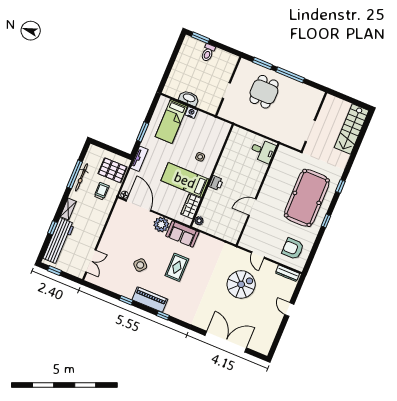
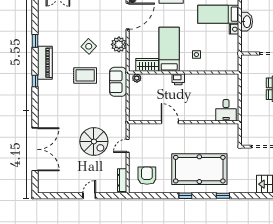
sofa: (182, 234) -> (118, 82), moved
side table: (140, 265) -> (89, 46), moved

